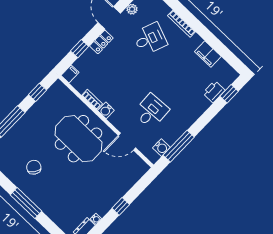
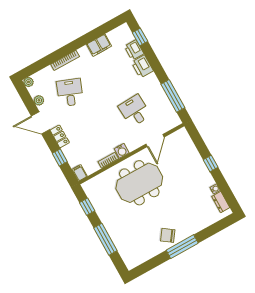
printer: (199, 105) -> (142, 67), added
water cooler: (161, 148) -> (170, 112), removed
chair: (34, 167) -> (168, 235), moved

